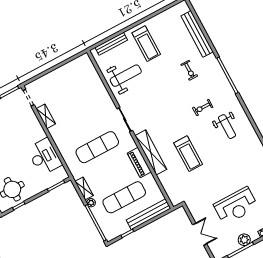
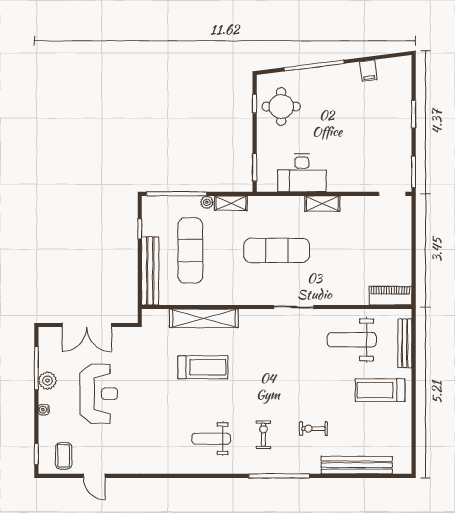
weight bench: (126, 76) -> (352, 340), turned 90
exercise bike: (203, 108) -> (263, 435), moved
shelving: (46, 116) -> (322, 204), moved
exercise mat: (97, 147) -> (277, 250), turned 90
shelving: (151, 152) -> (204, 318), moved
treadmill: (188, 154) -> (203, 367), turned 180
piano: (139, 162) -> (390, 296), moved
reception desk: (236, 206) -> (99, 394), turned 180
double door: (200, 234) -> (87, 325), width x1.37

